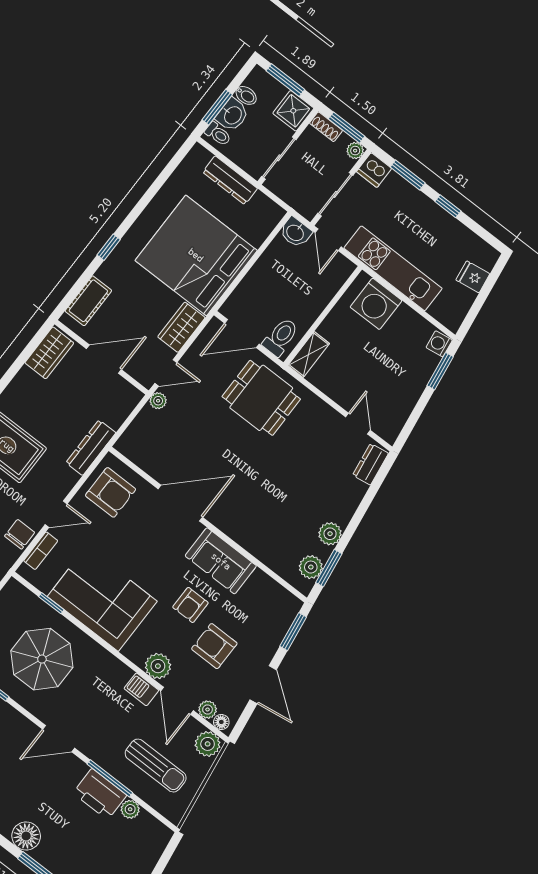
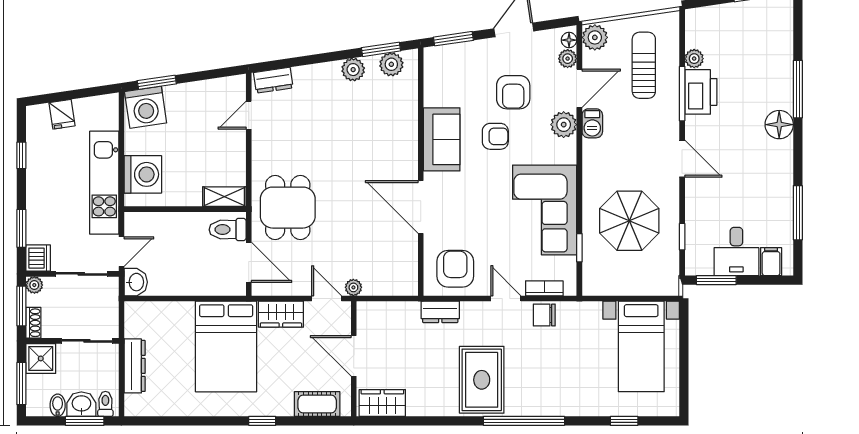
window: (448, 206) -> (21, 155), moved
bed: (196, 255) -> (226, 346), width x0.73
washing machine: (439, 344) -> (146, 107), width x1.89, depth x1.89
dresser: (91, 448) -> (440, 312), width x0.70

